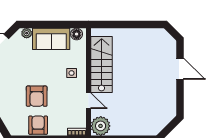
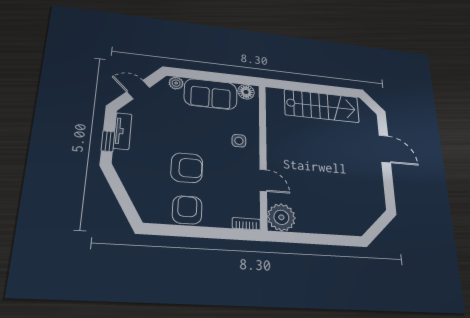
stairs: (102, 64) -> (322, 106), moved, turned 90
armchair: (37, 96) -> (187, 168), turned -90

